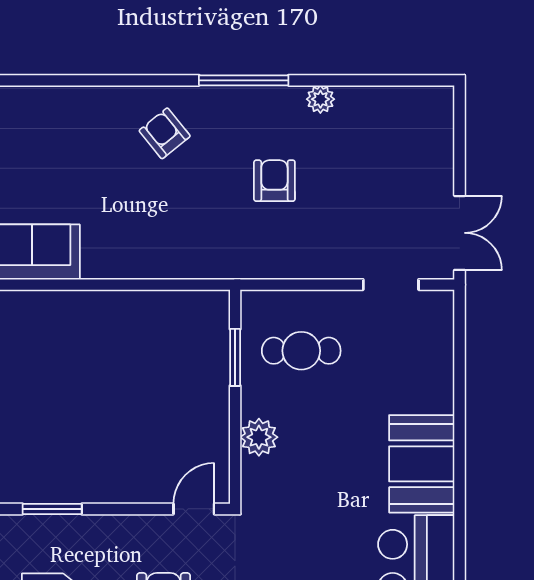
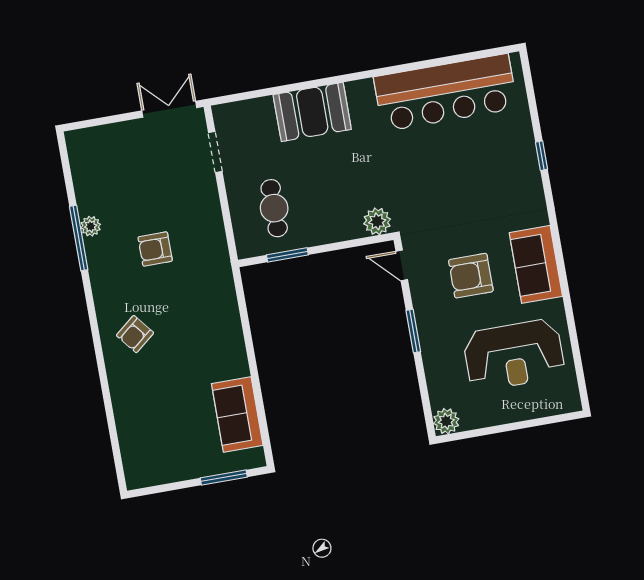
window: (244, 80) -> (79, 238), moved
plant: (259, 437) -> (377, 221), moved
booth: (422, 464) -> (312, 112), moved
window: (52, 509) -> (413, 331), moved

